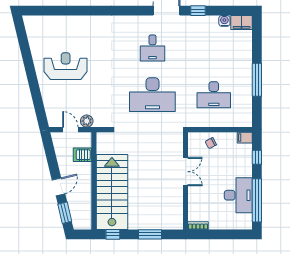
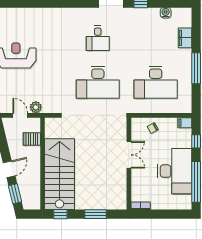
filing cabinet: (242, 22) -> (185, 38), moved, turned 90
desk: (214, 95) -> (156, 82), width x1.36, depth x1.30
desk: (238, 195) -> (175, 171), width x1.36, depth x1.30

